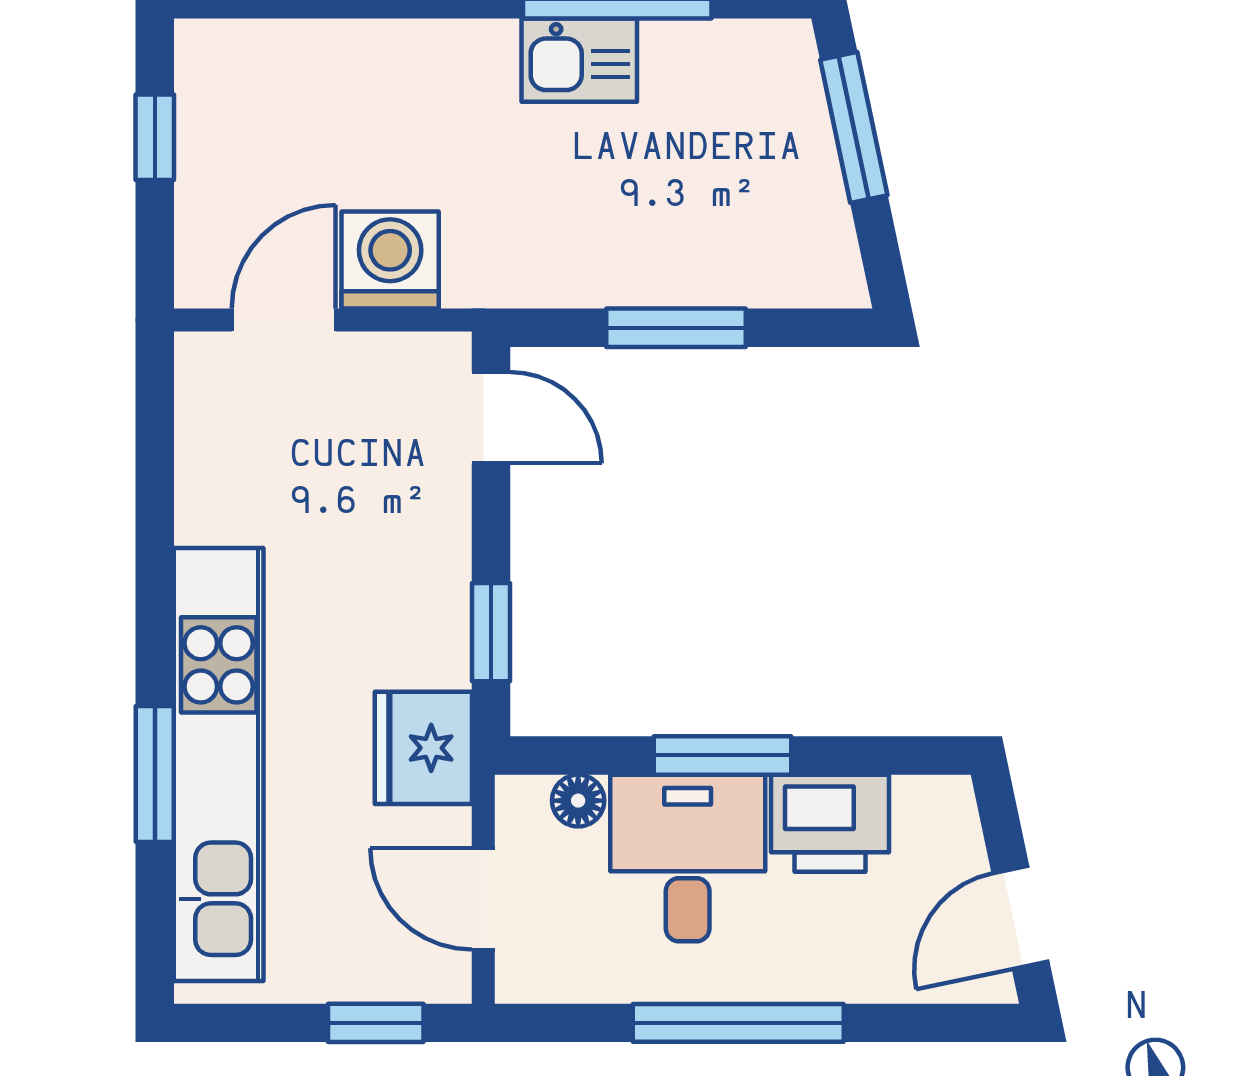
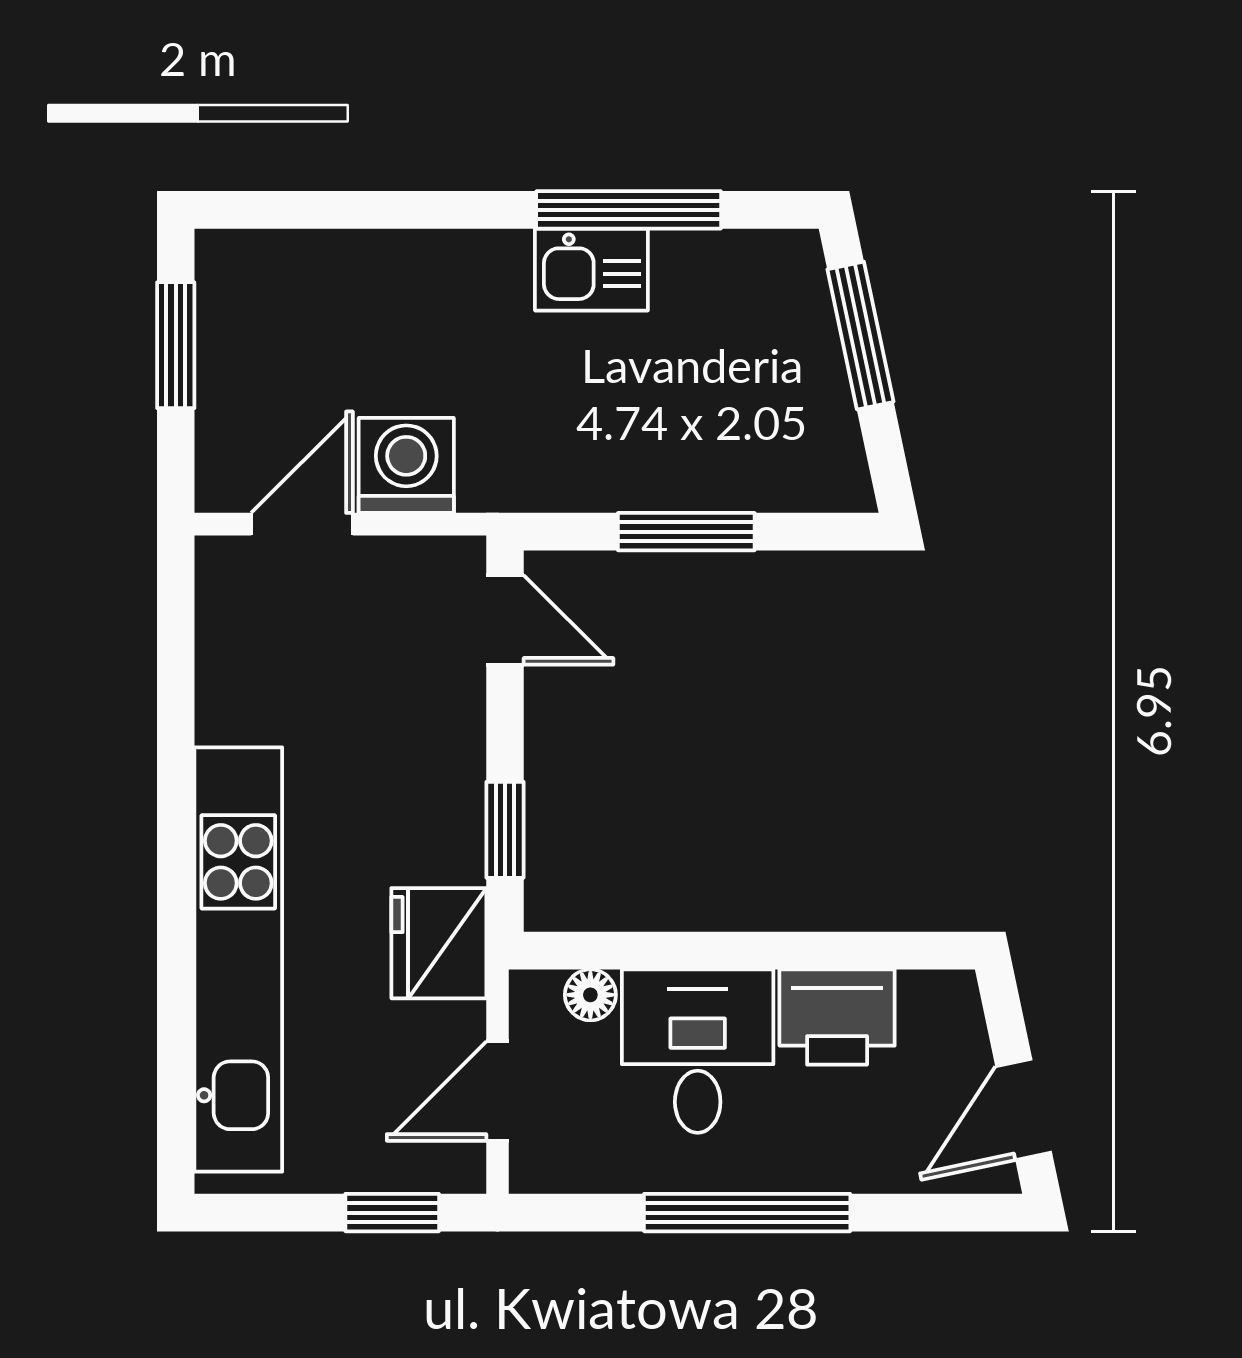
window: (155, 137) -> (176, 345), width x1.50
window: (722, 755) -> (732, 951), removed
window: (155, 774) -> (176, 969), removed
door: (483, 899) -> (497, 1091), hinge flipped

